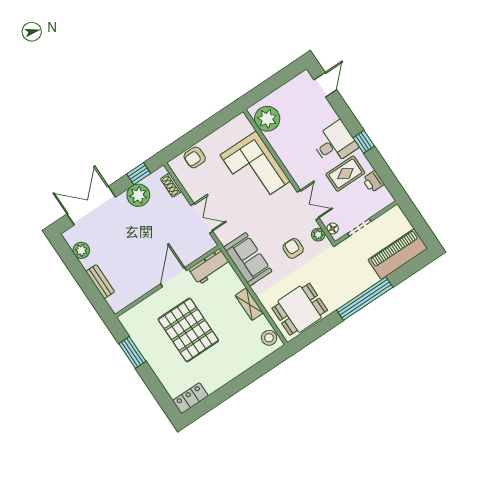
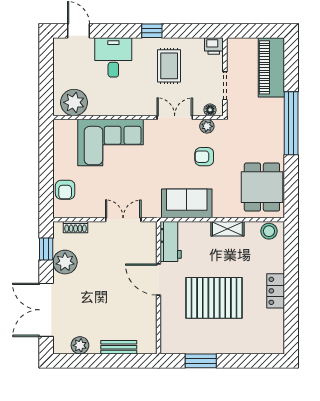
desk: (335, 143) -> (113, 57), moved
printer: (373, 182) -> (214, 46), moved
locker: (191, 398) -> (276, 291), moved

